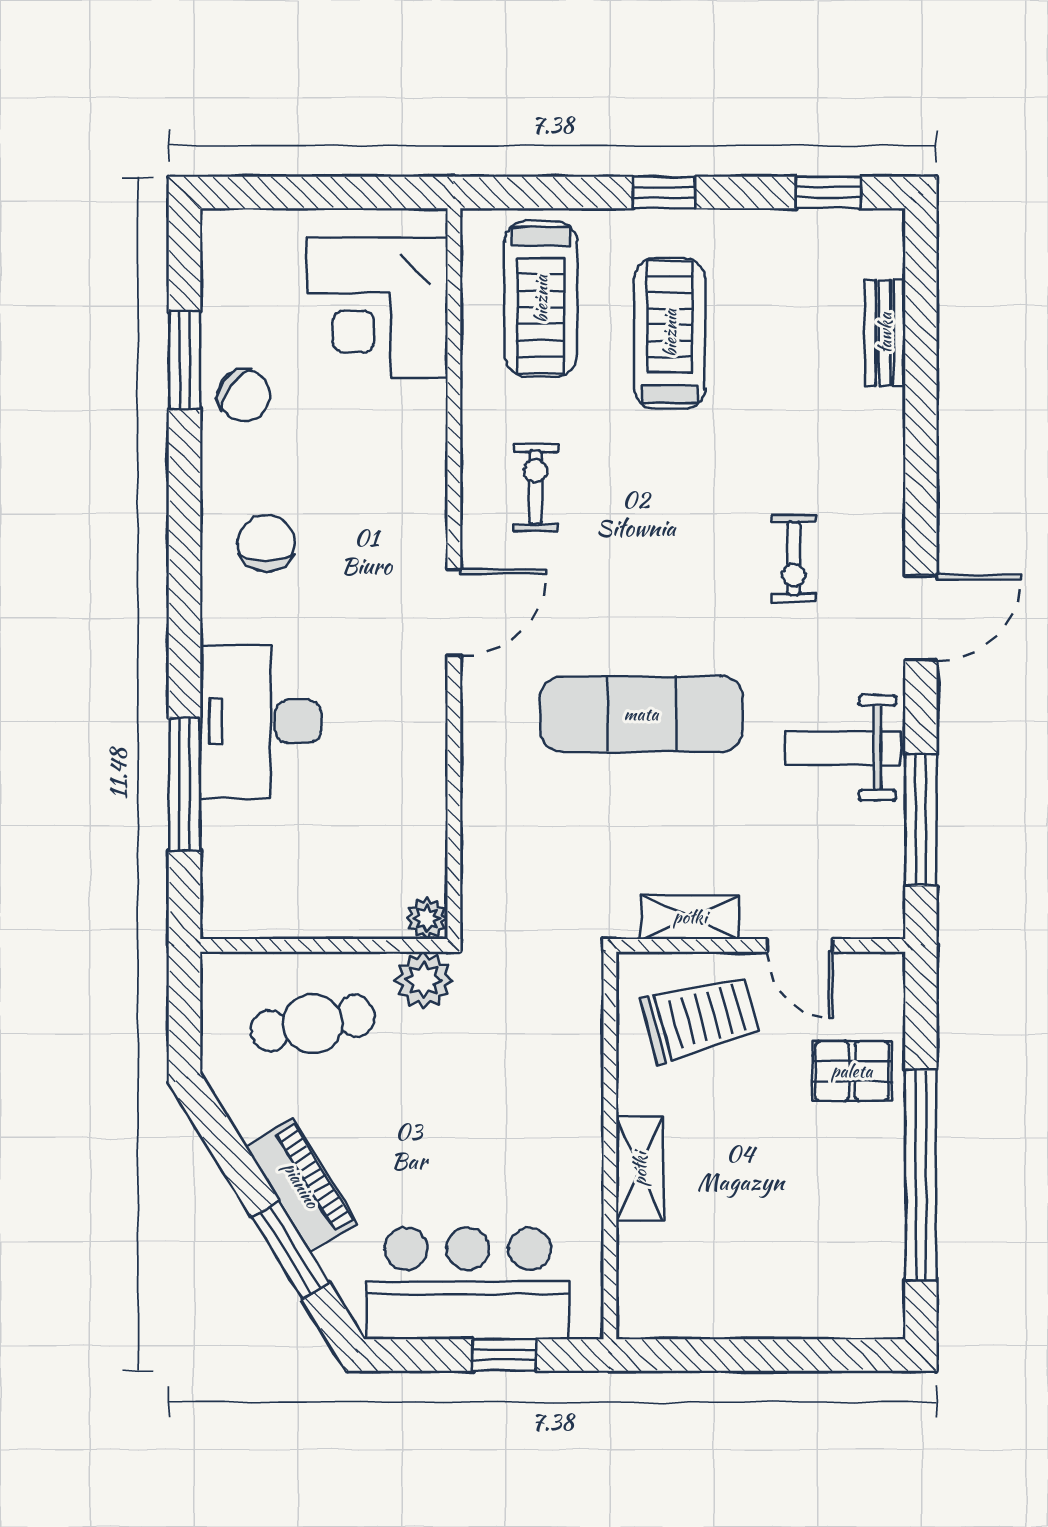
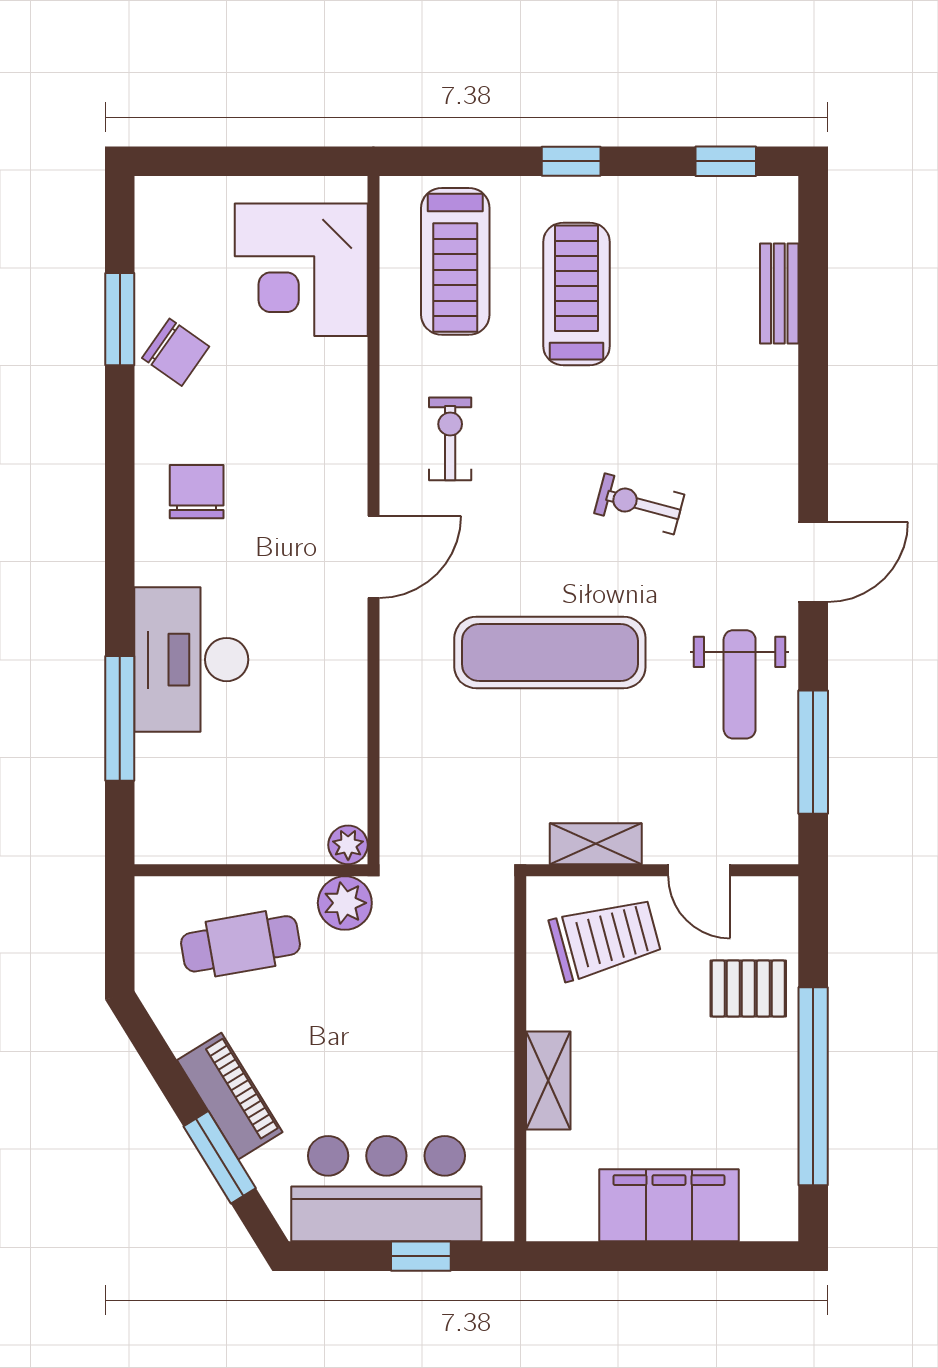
exercise bike: (794, 558) -> (639, 504), moved, turned 105
weight bench: (843, 748) -> (740, 684), turned -90
filing cabinet: (768, 1301) -> (669, 1205), added

